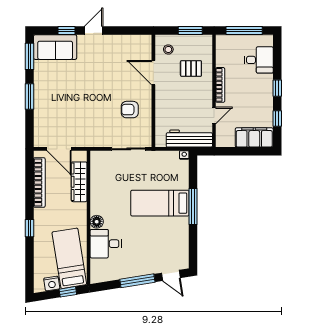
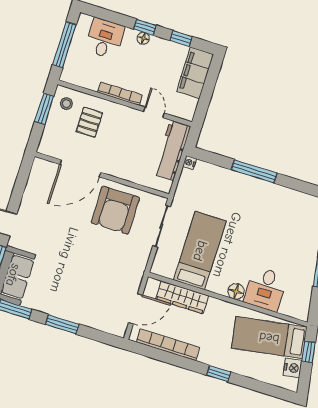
stool: (168, 49) -> (66, 104), moved
door: (153, 73) -> (80, 168), width x1.36
floor lamp: (268, 89) -> (143, 38), added
armchair: (130, 110) -> (115, 210), width x1.88, depth x1.88
bed: (160, 203) -> (200, 251), moved, turned 180

